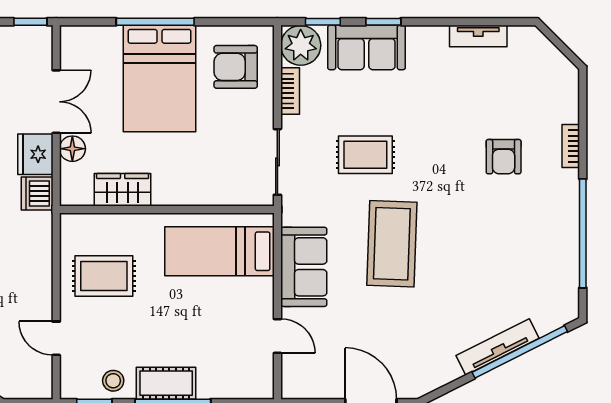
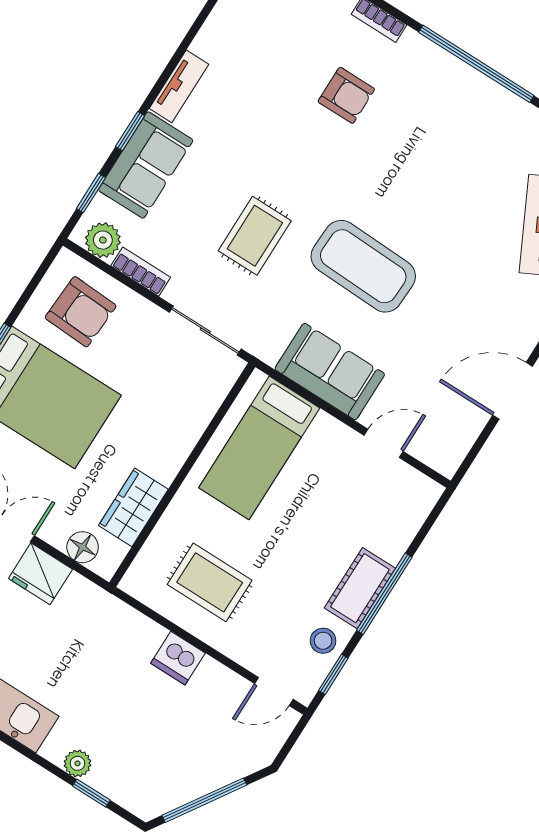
tv unit: (478, 36) -> (179, 86), moved
plant: (301, 45) -> (103, 240), width x0.73, depth x0.73
armchair: (236, 67) -> (81, 312), turned -87
floor lamp: (72, 149) -> (83, 547), moved
dishwasher: (37, 194) -> (178, 658), moved
rug: (104, 276) -> (210, 582), turned 90
door: (56, 338) -> (274, 691), moved

